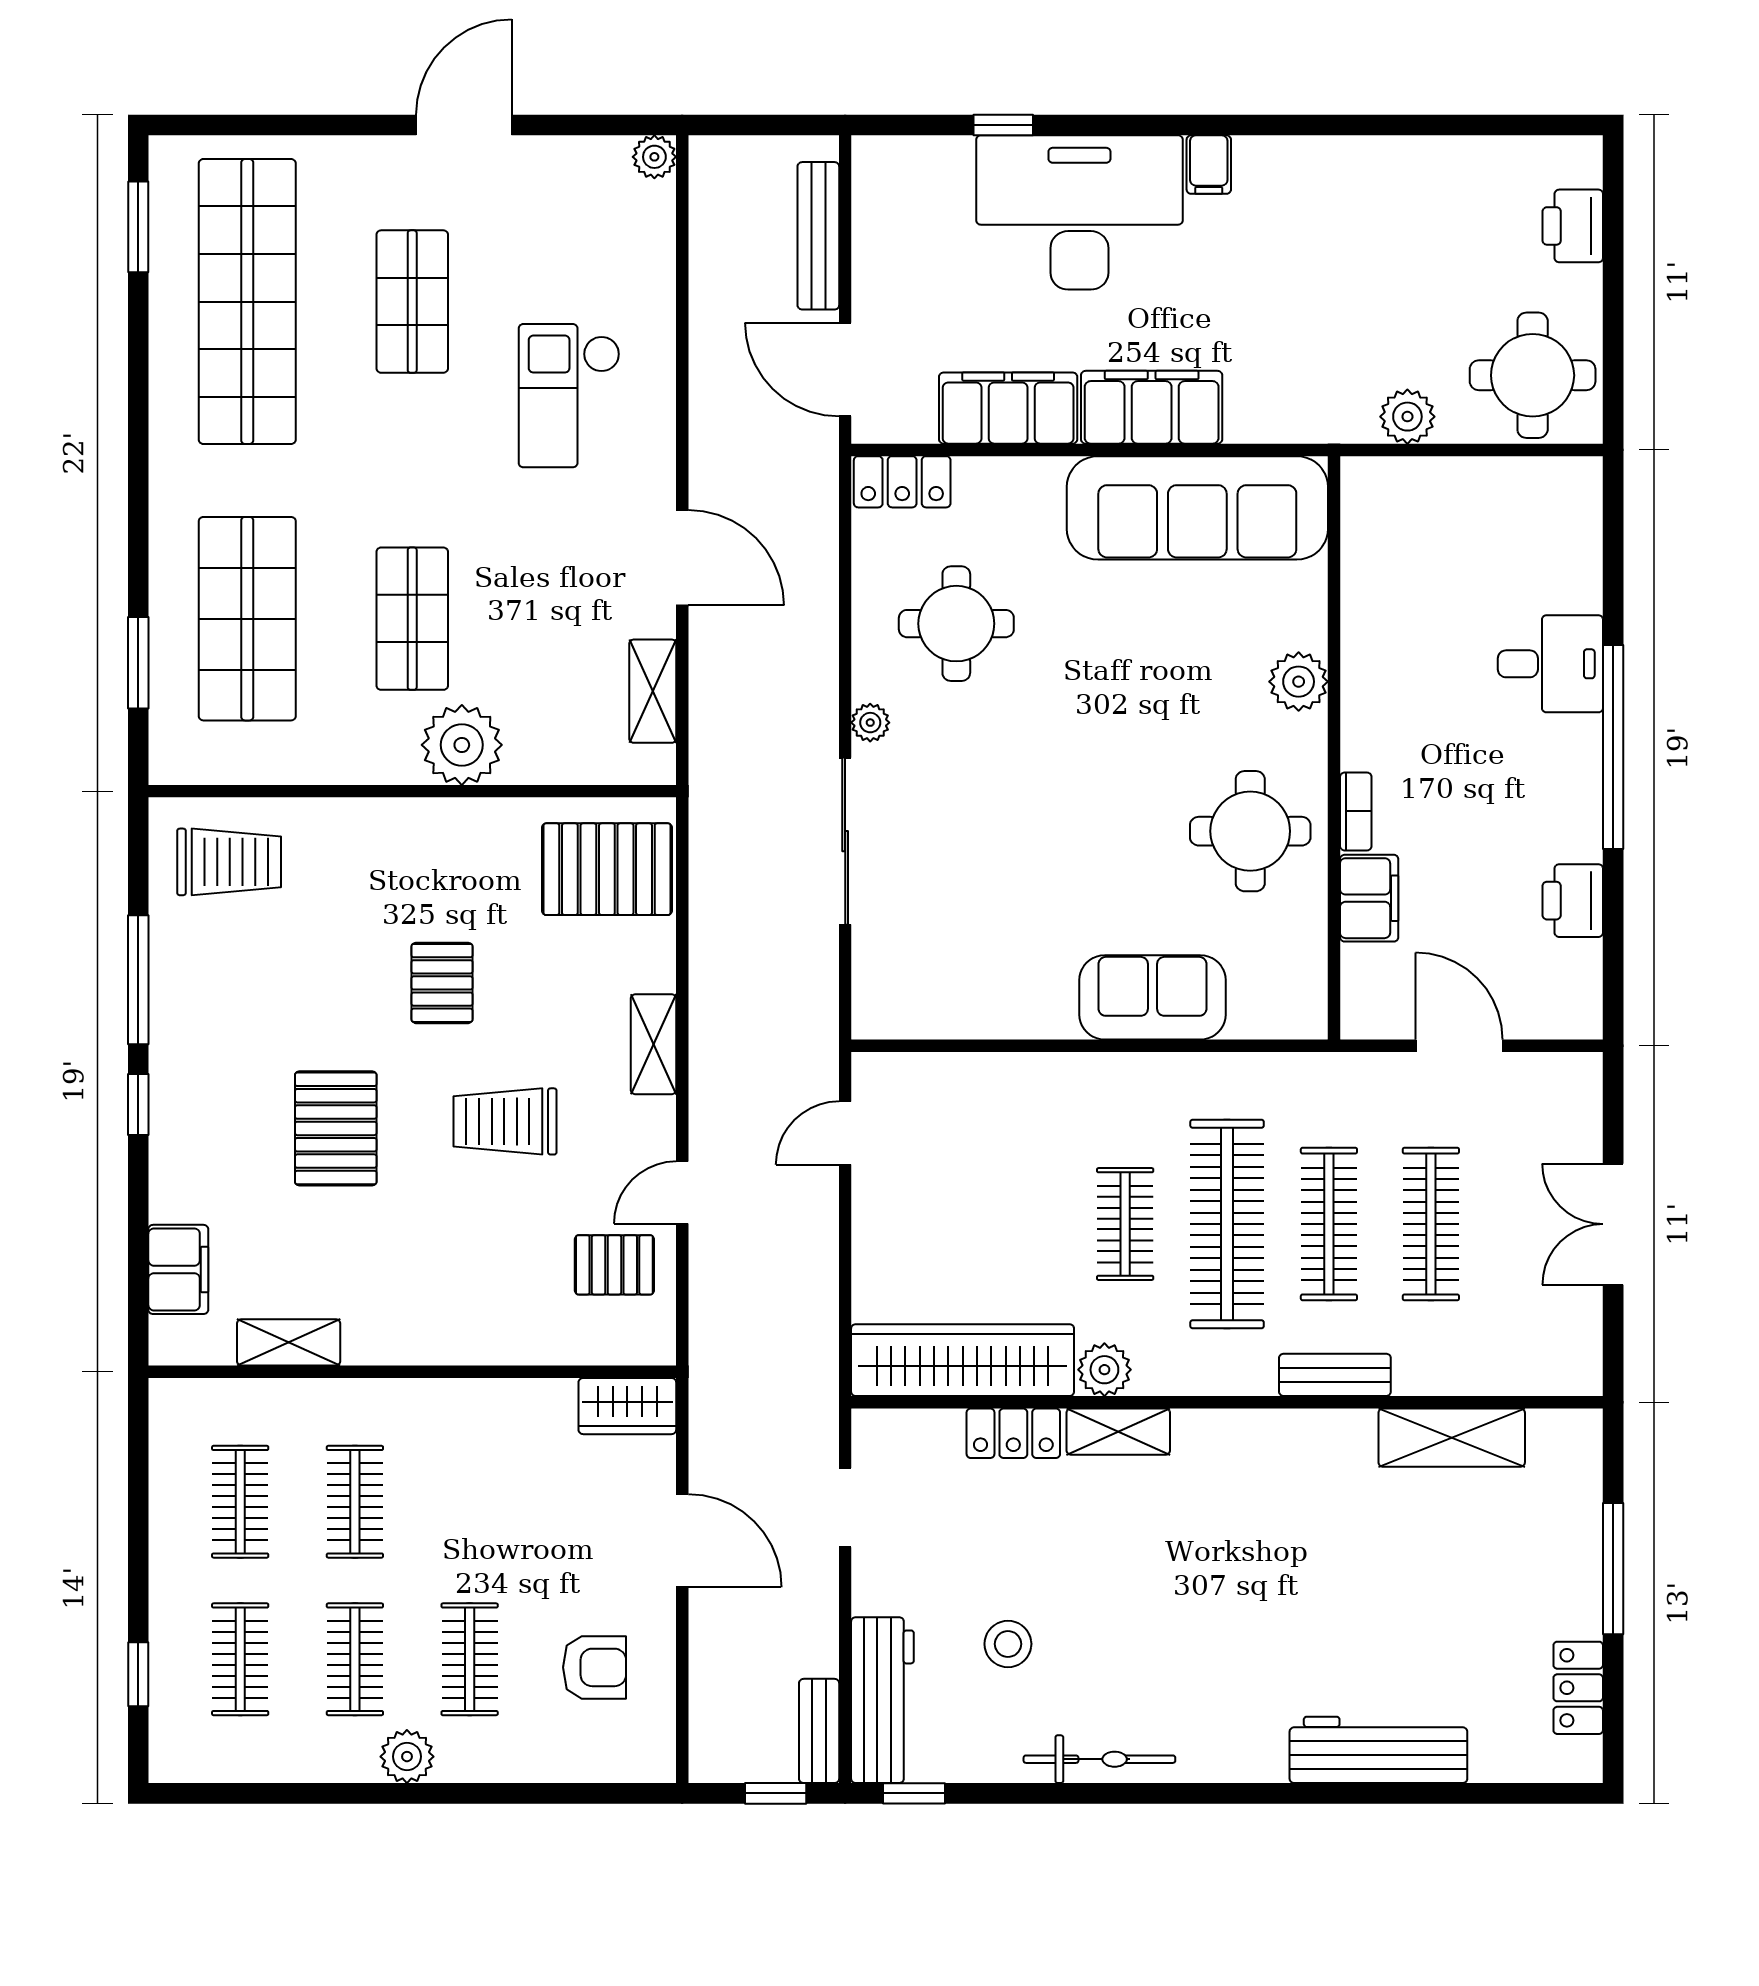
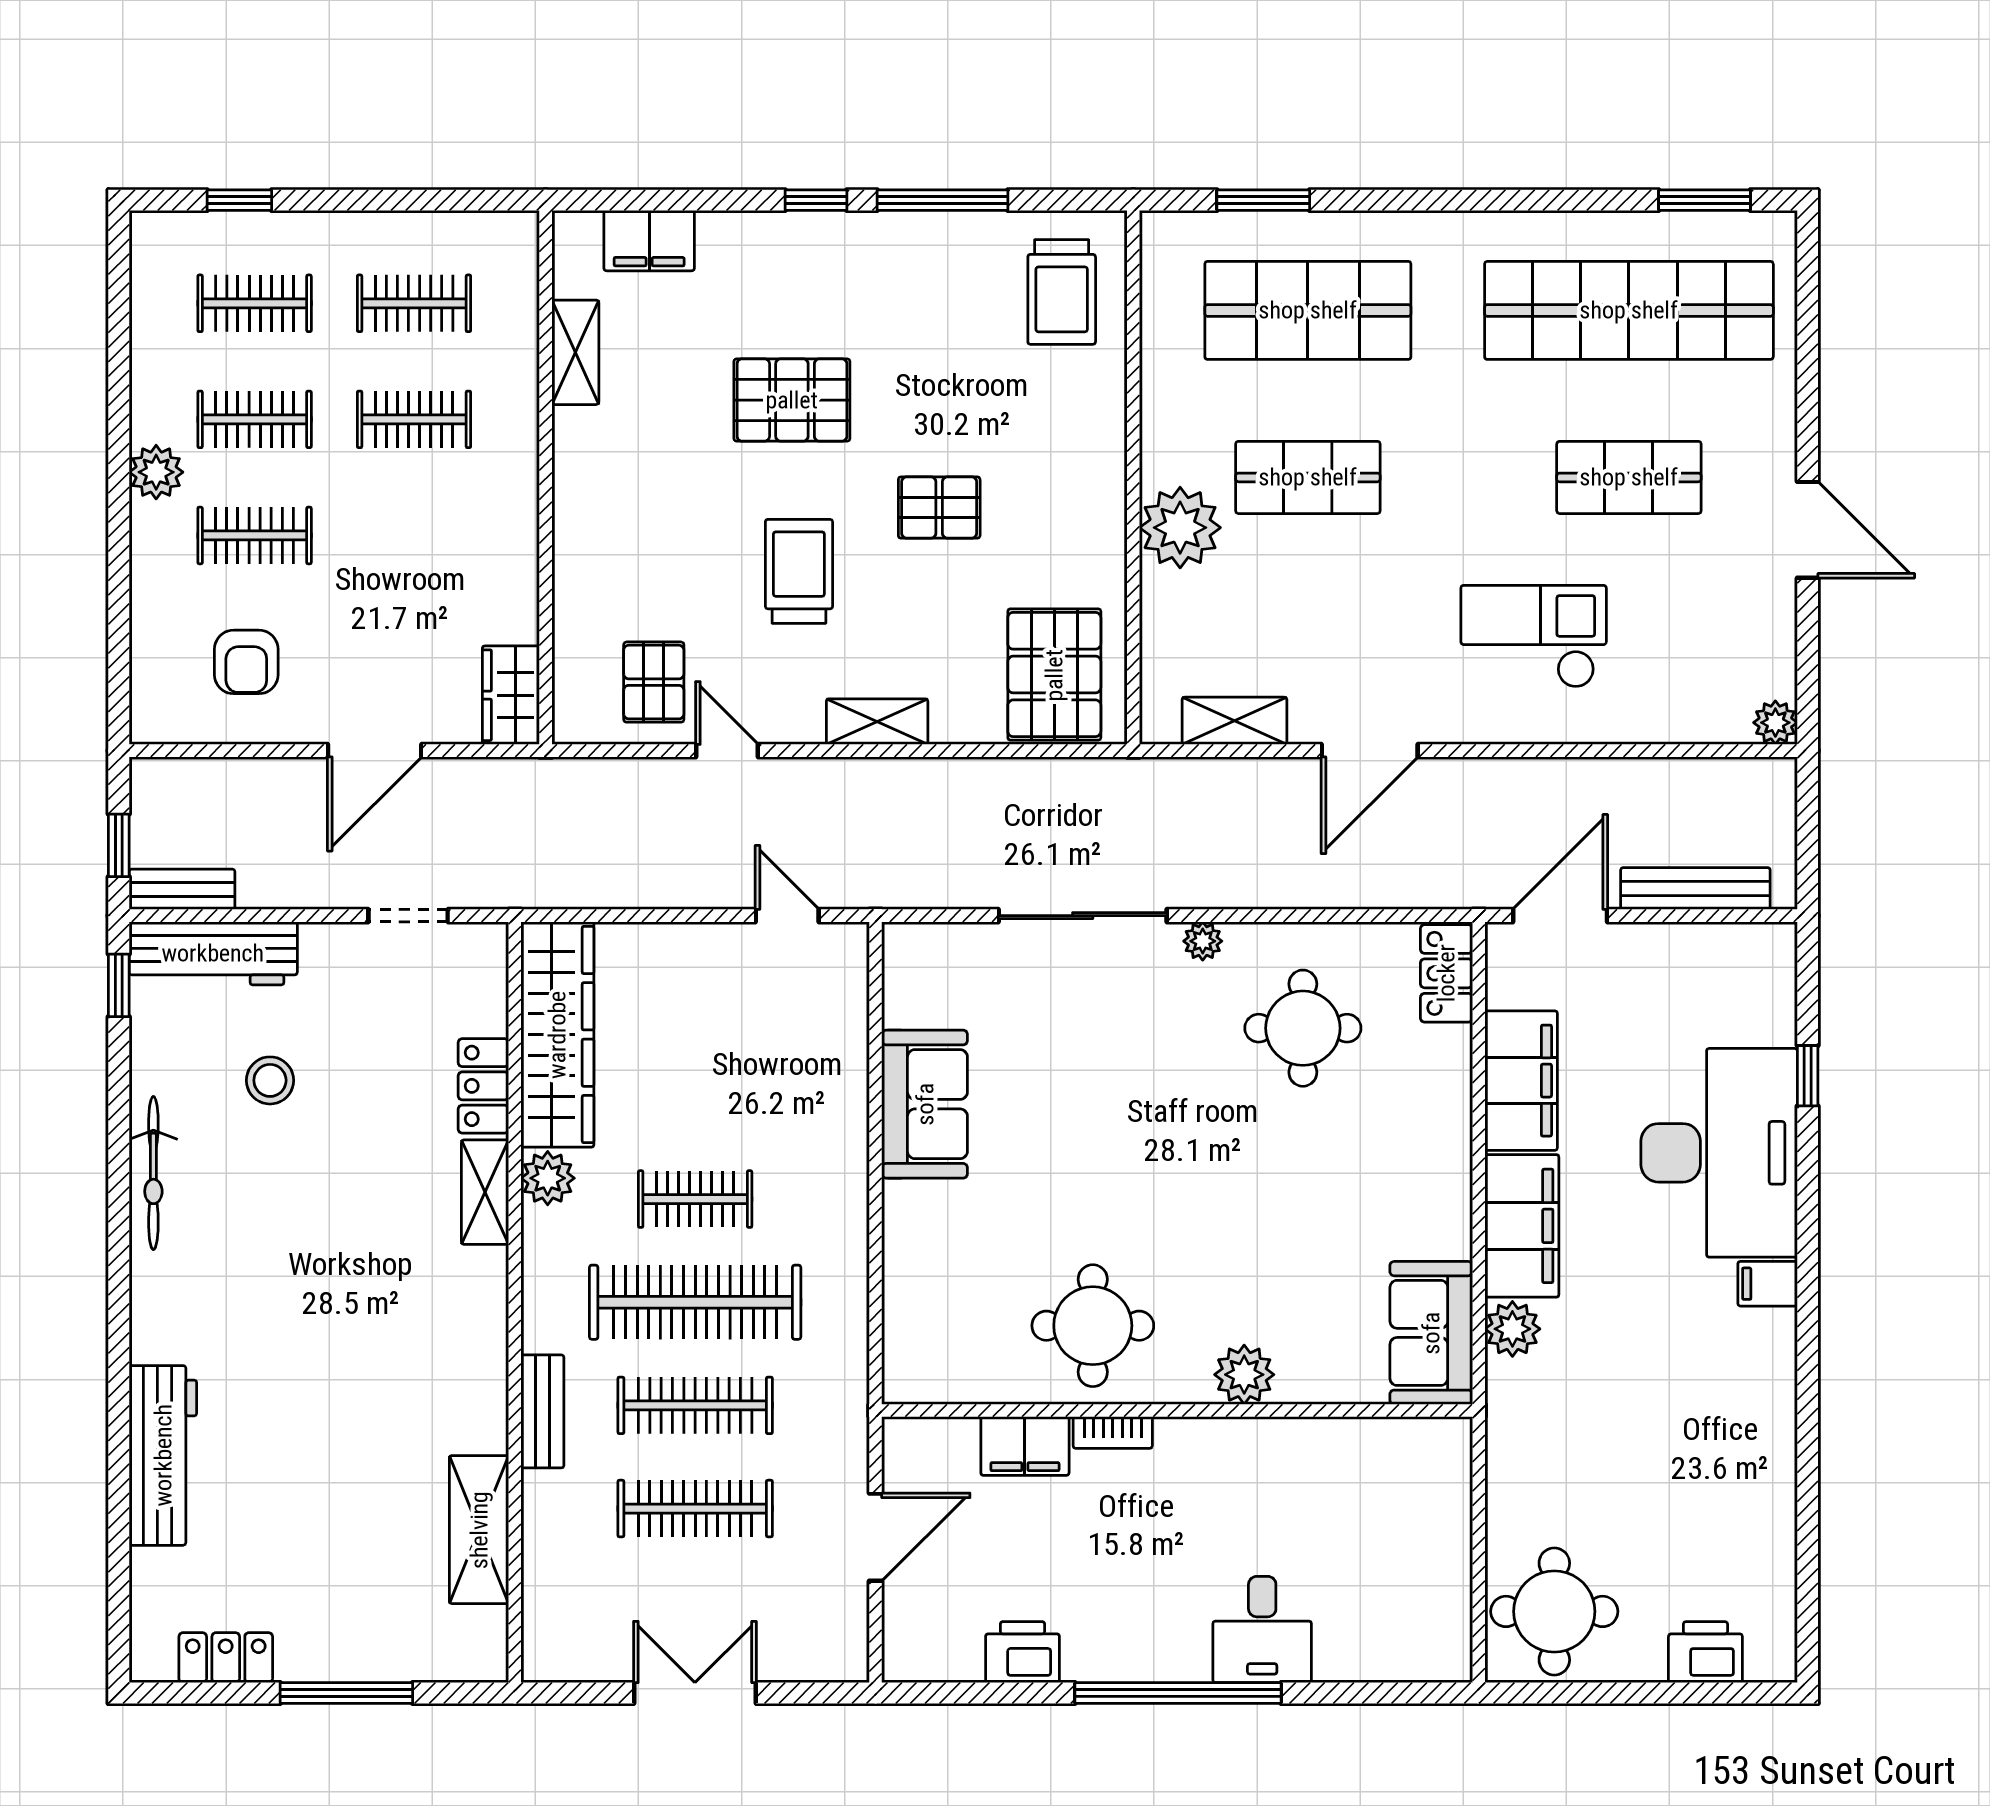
plant: (1407, 417) -> (1512, 1329), moved
sofa: (1197, 508) -> (1431, 1333), width x0.54, depth x0.79
sofa: (1152, 997) -> (925, 1104), moved

